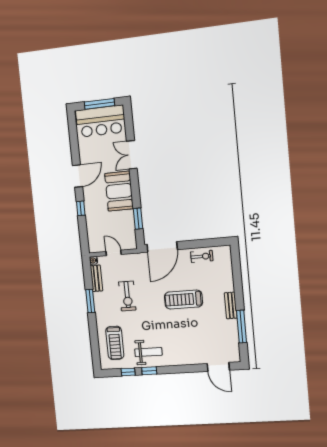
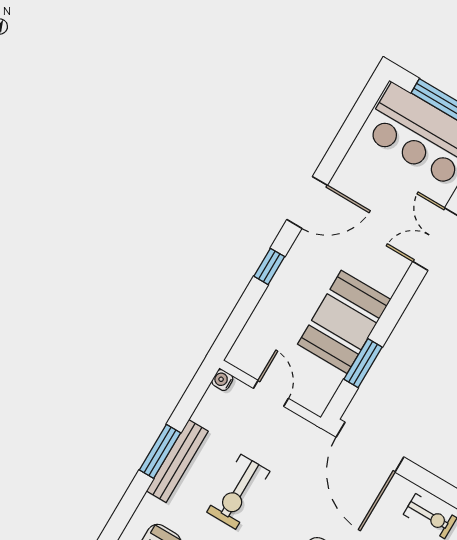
booth: (119, 191) -> (344, 322), moved
door: (162, 247) -> (370, 447), hinge flipped
bench: (96, 278) -> (177, 461), moved, width x1.36

